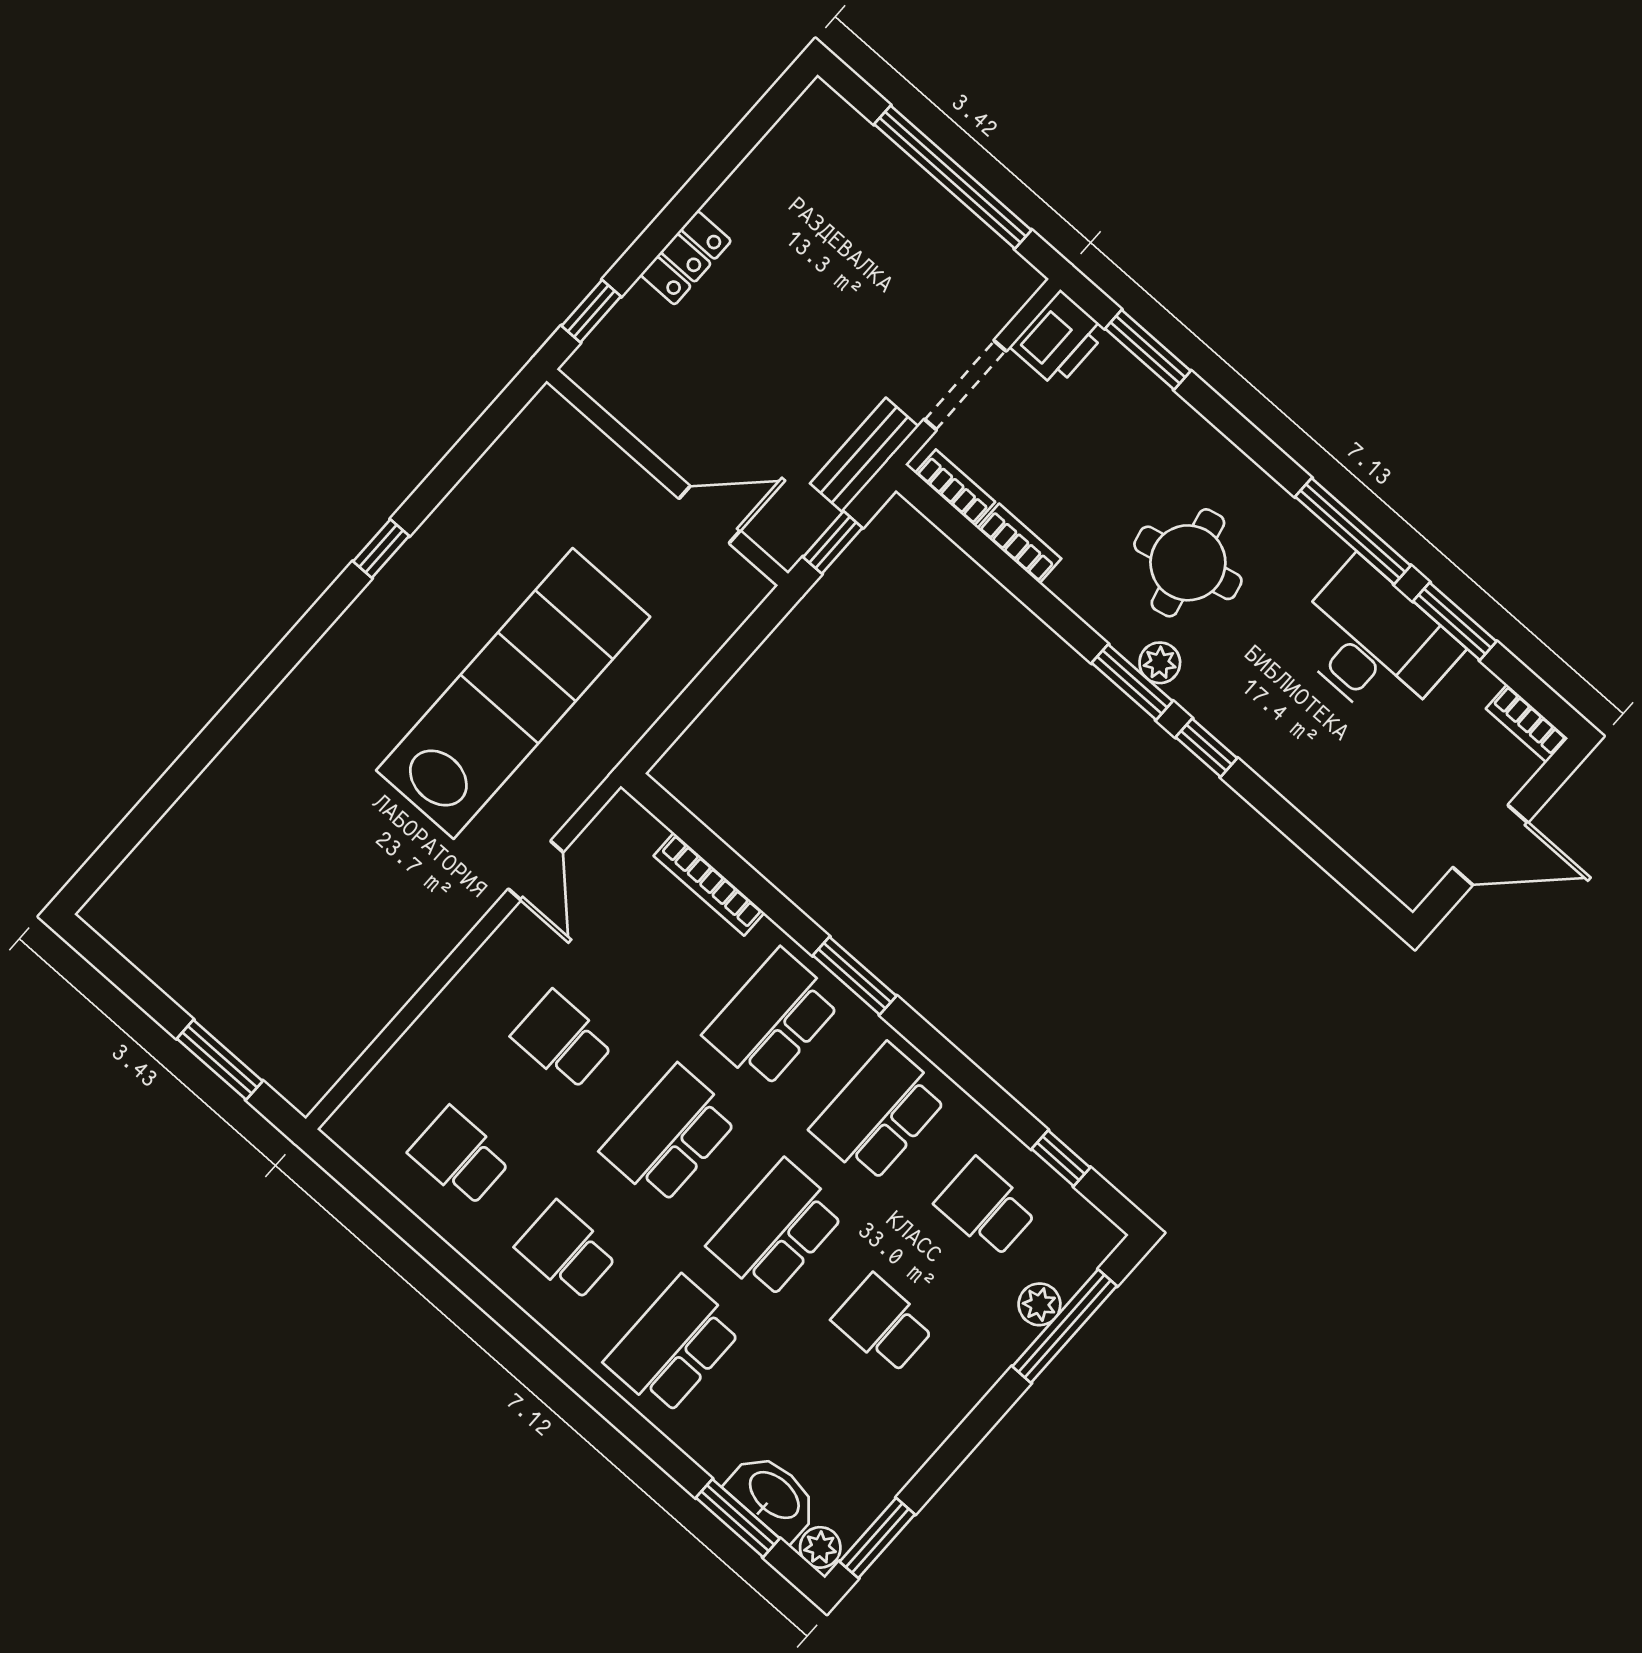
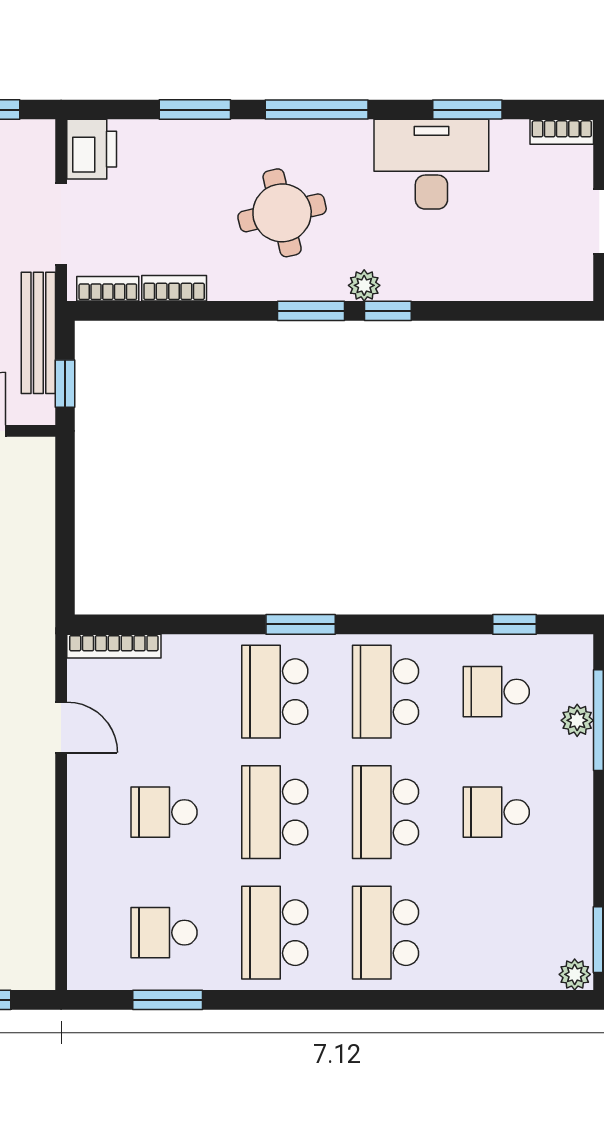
window: (1148, 350) -> (195, 110), moved
bench: (864, 455) -> (38, 333), width x1.36
window: (1353, 531) -> (317, 110), moved
plant: (1160, 663) -> (364, 285), moved
bookcase: (709, 884) -> (114, 646), moved
school desk: (567, 1251) -> (275, 933), width x1.85
washbasin: (773, 1496) -> (521, 969), removed
window: (738, 1518) -> (168, 1000), moved

